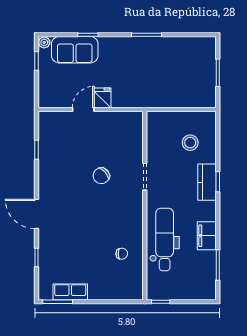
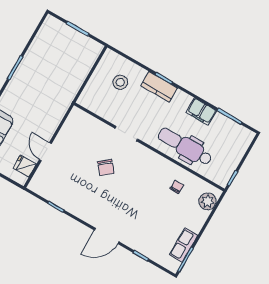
fridge: (103, 98) -> (25, 166), moved
plant: (125, 291) -> (208, 201), added

